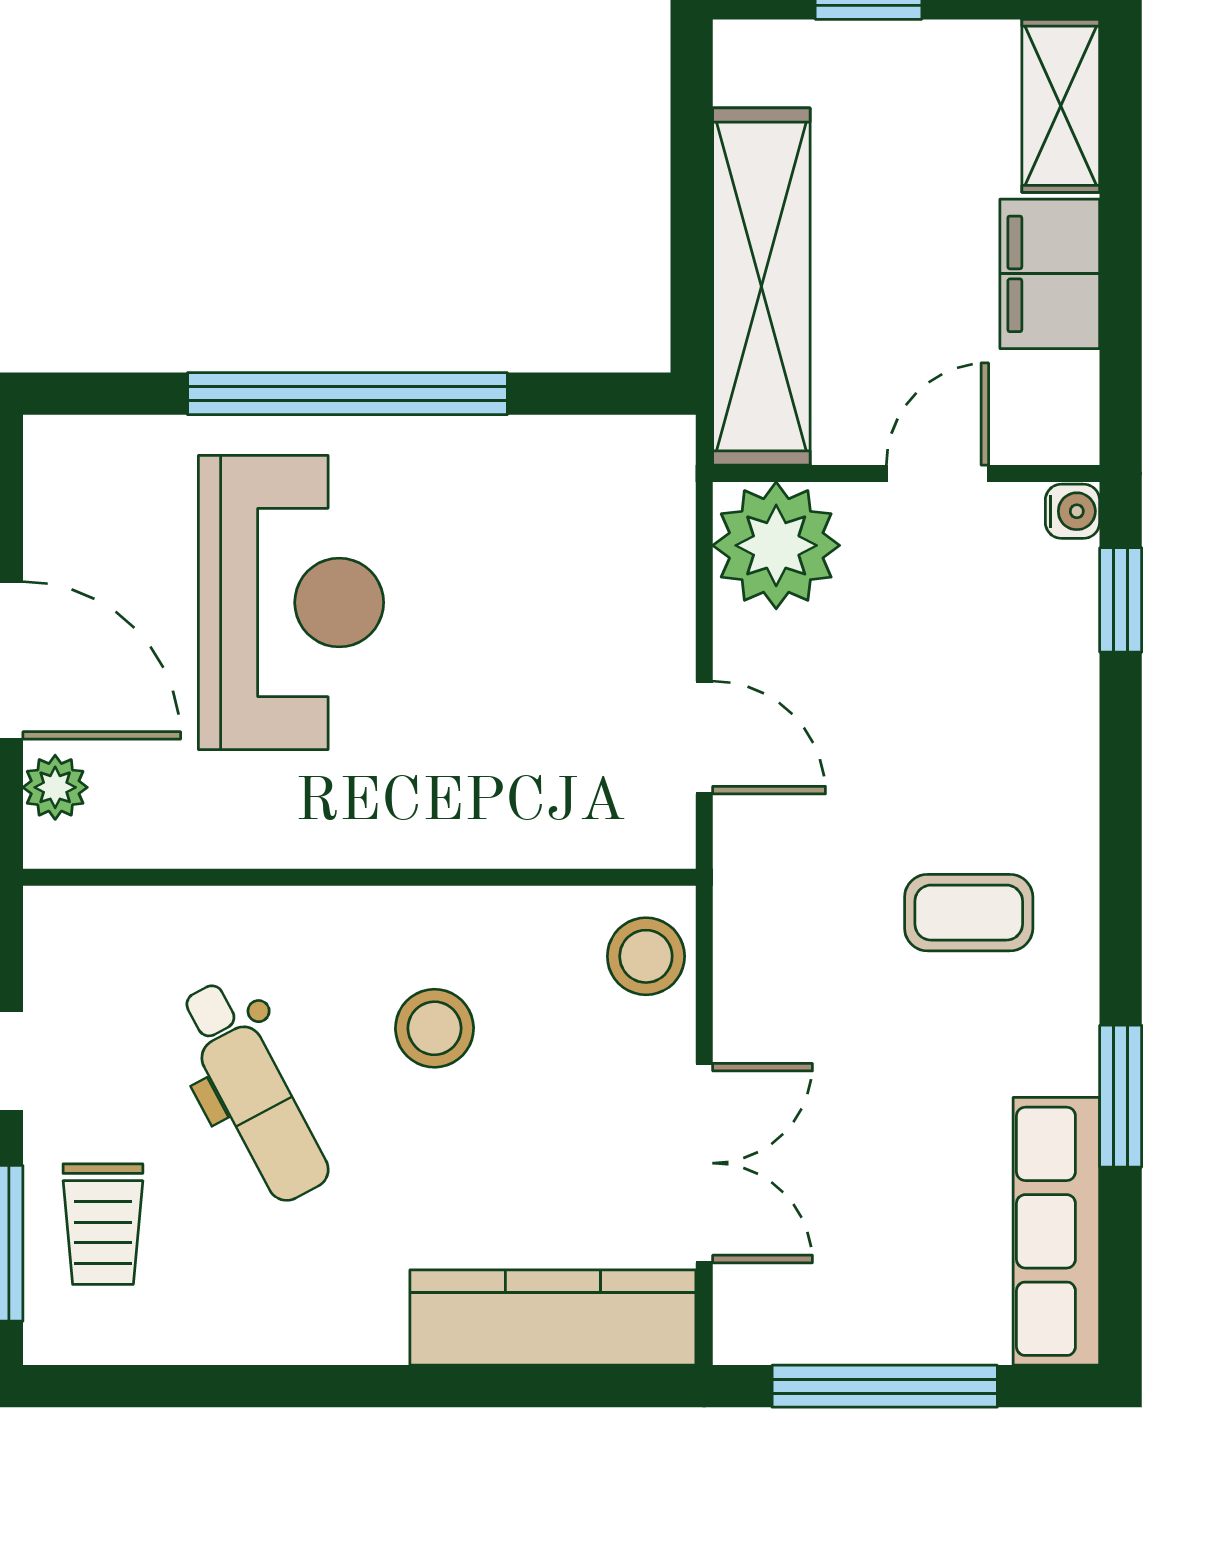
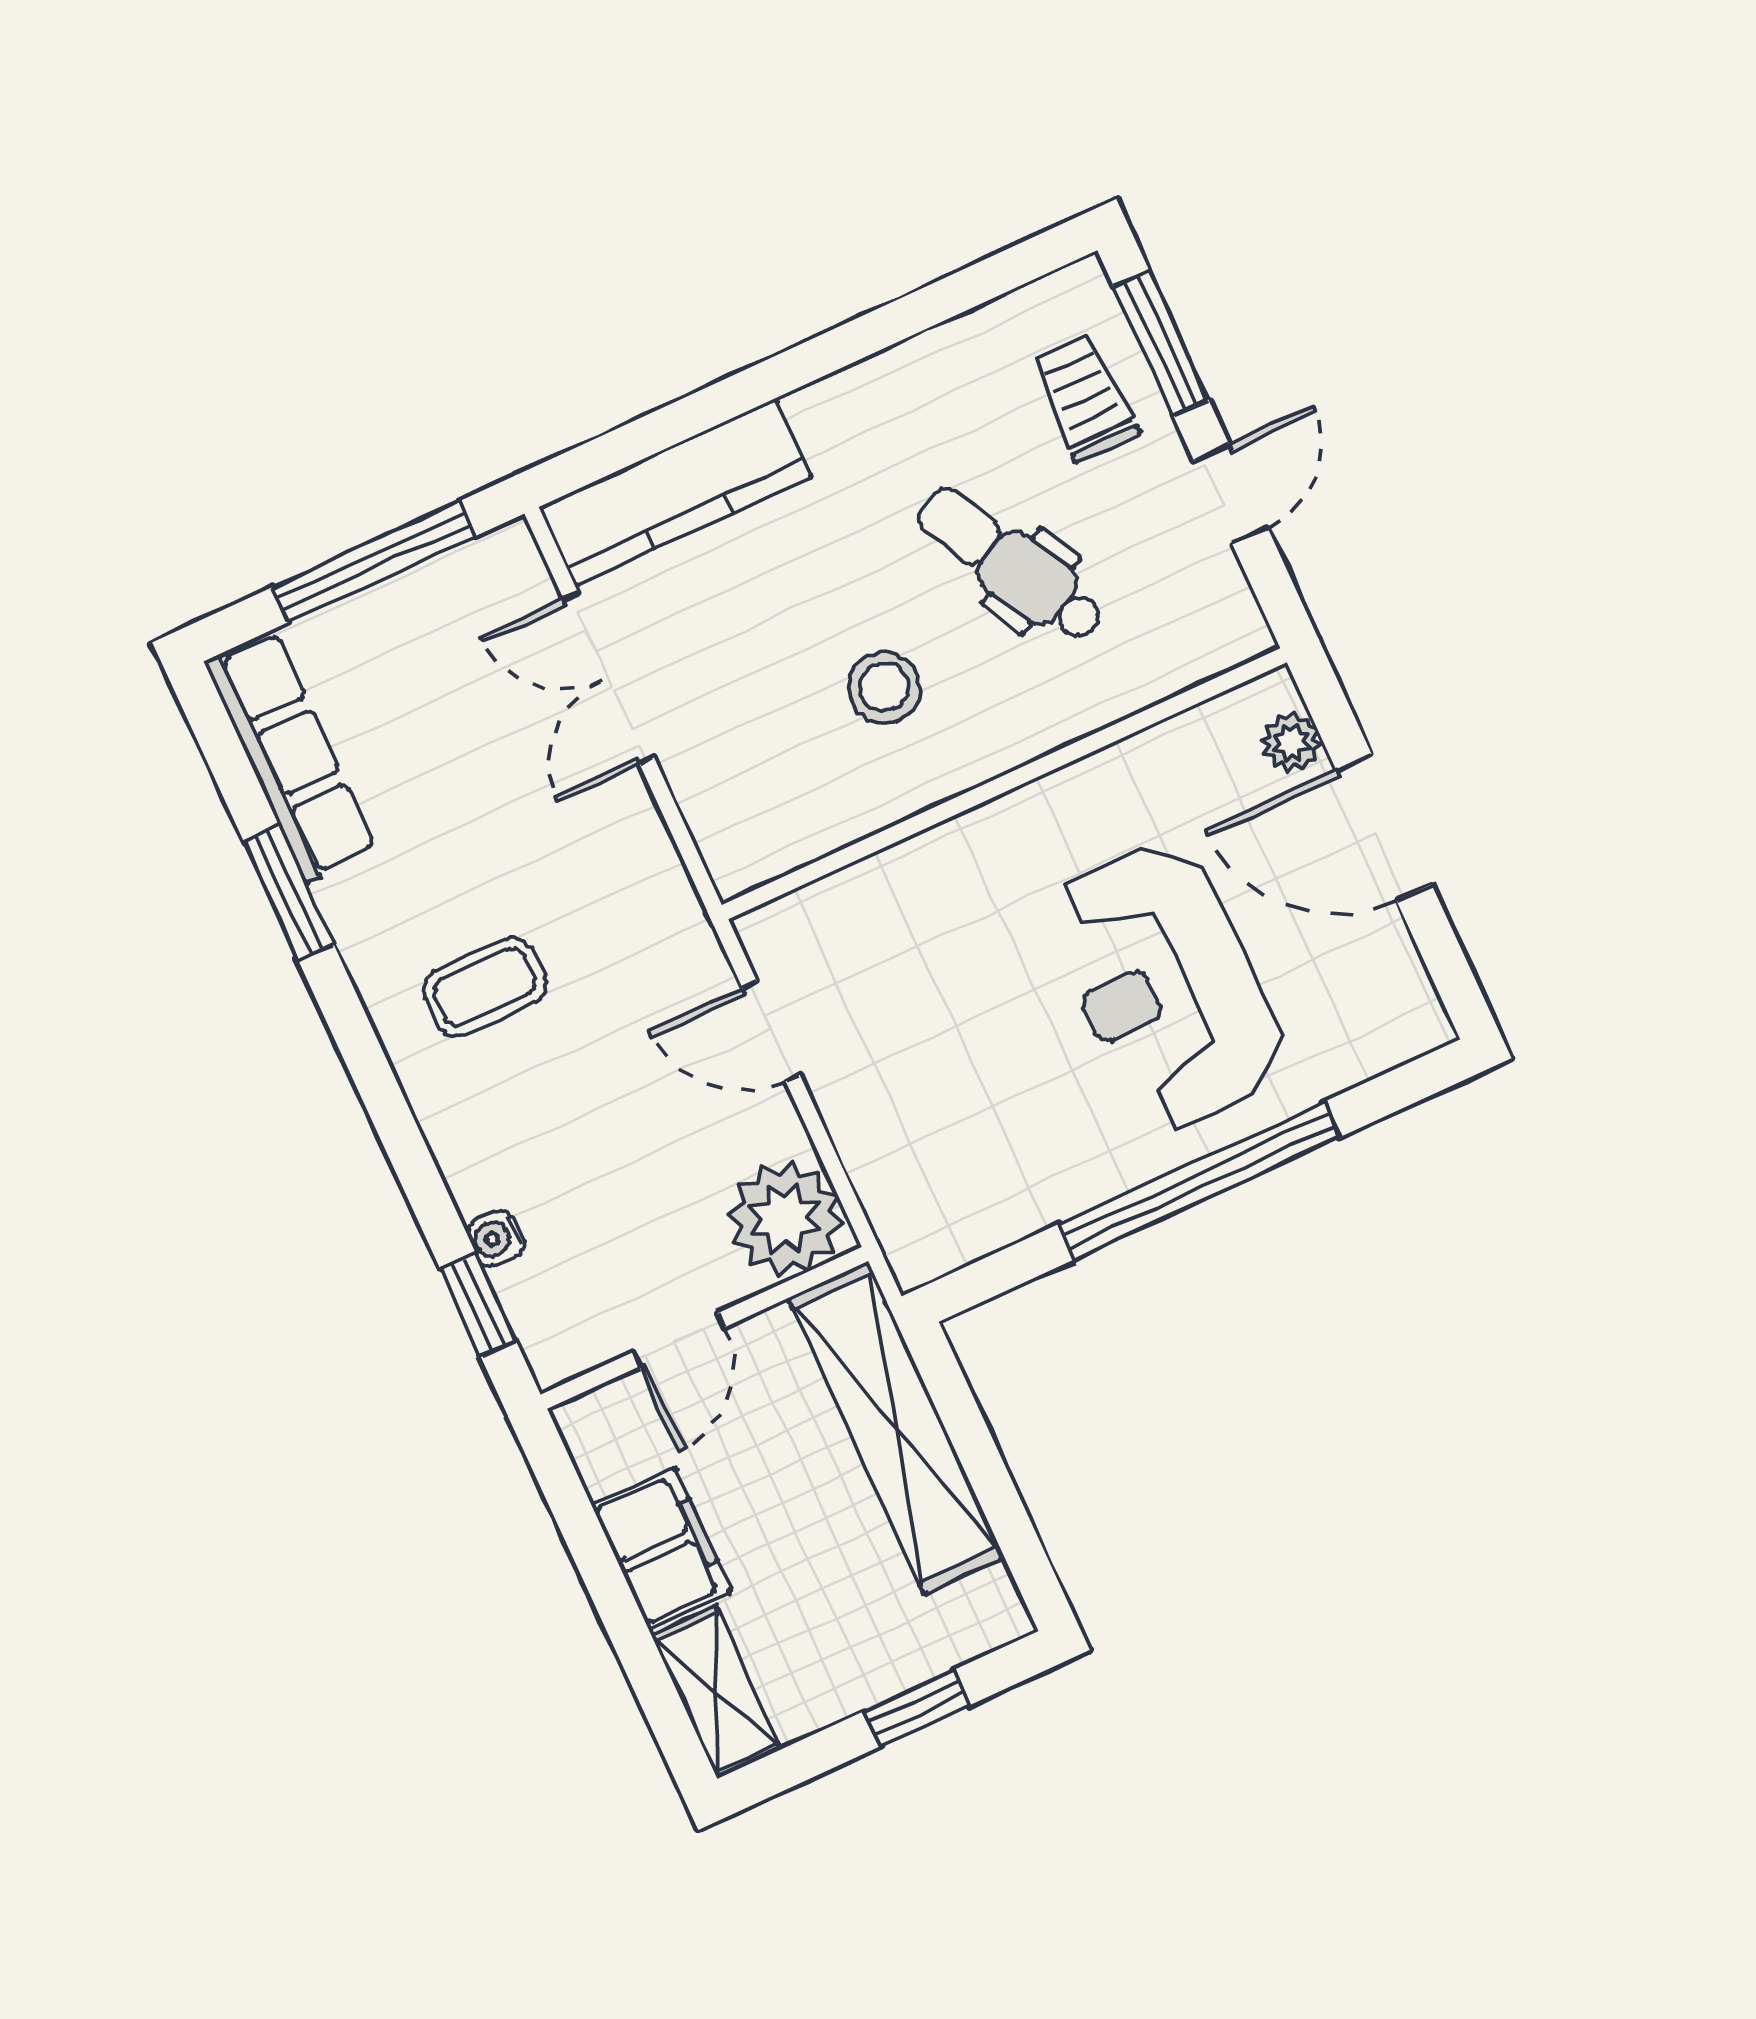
water cooler: (1072, 511) -> (496, 1238), moved
stool: (646, 956) -> (736, 828), removed

